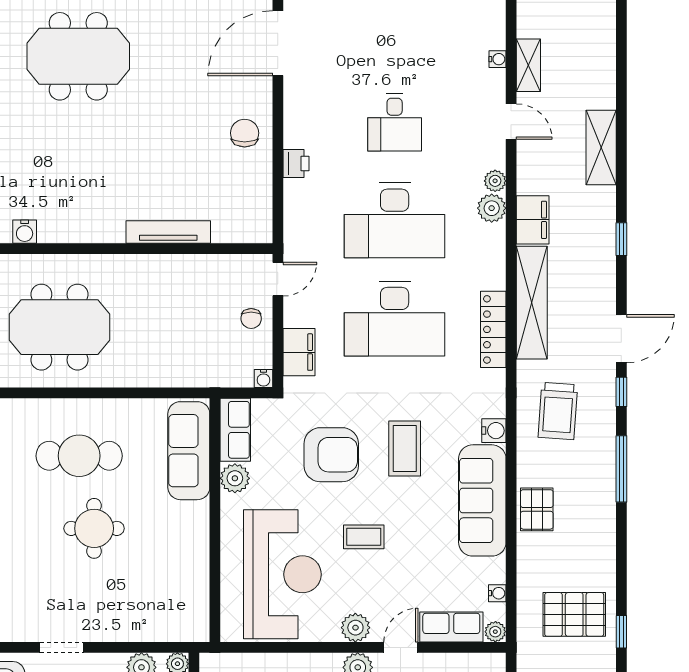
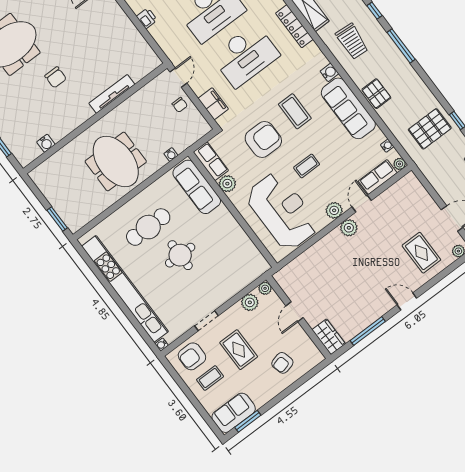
chair: (245, 133) -> (56, 77), moved, turned 180
meeting table: (59, 327) -> (116, 161), moved, turned 90
water cooler: (263, 379) -> (171, 155), moved

